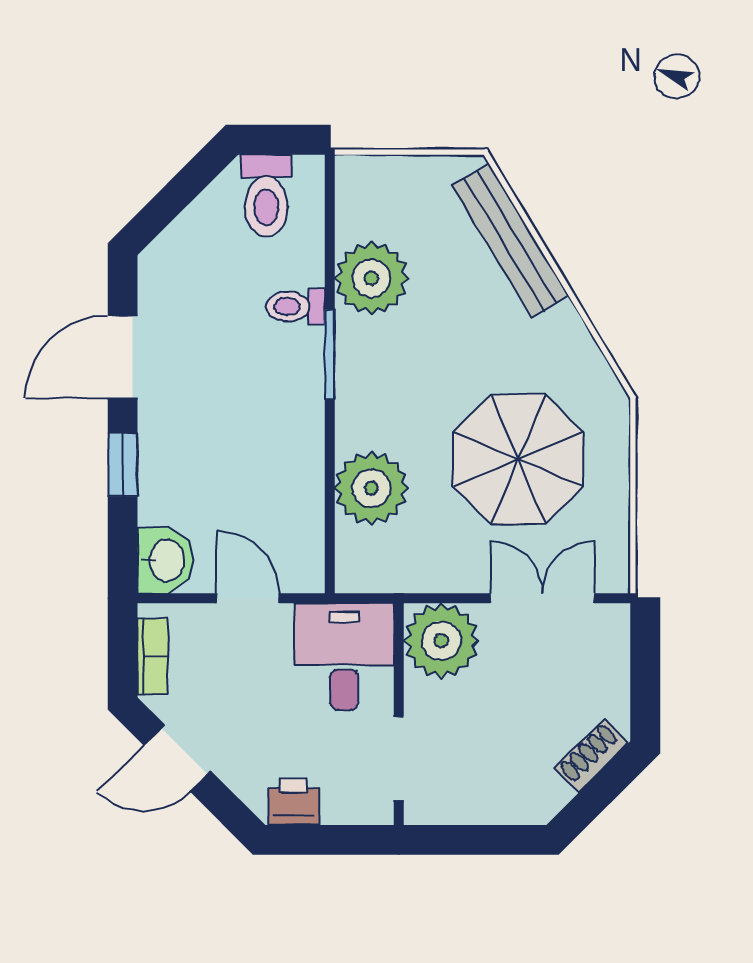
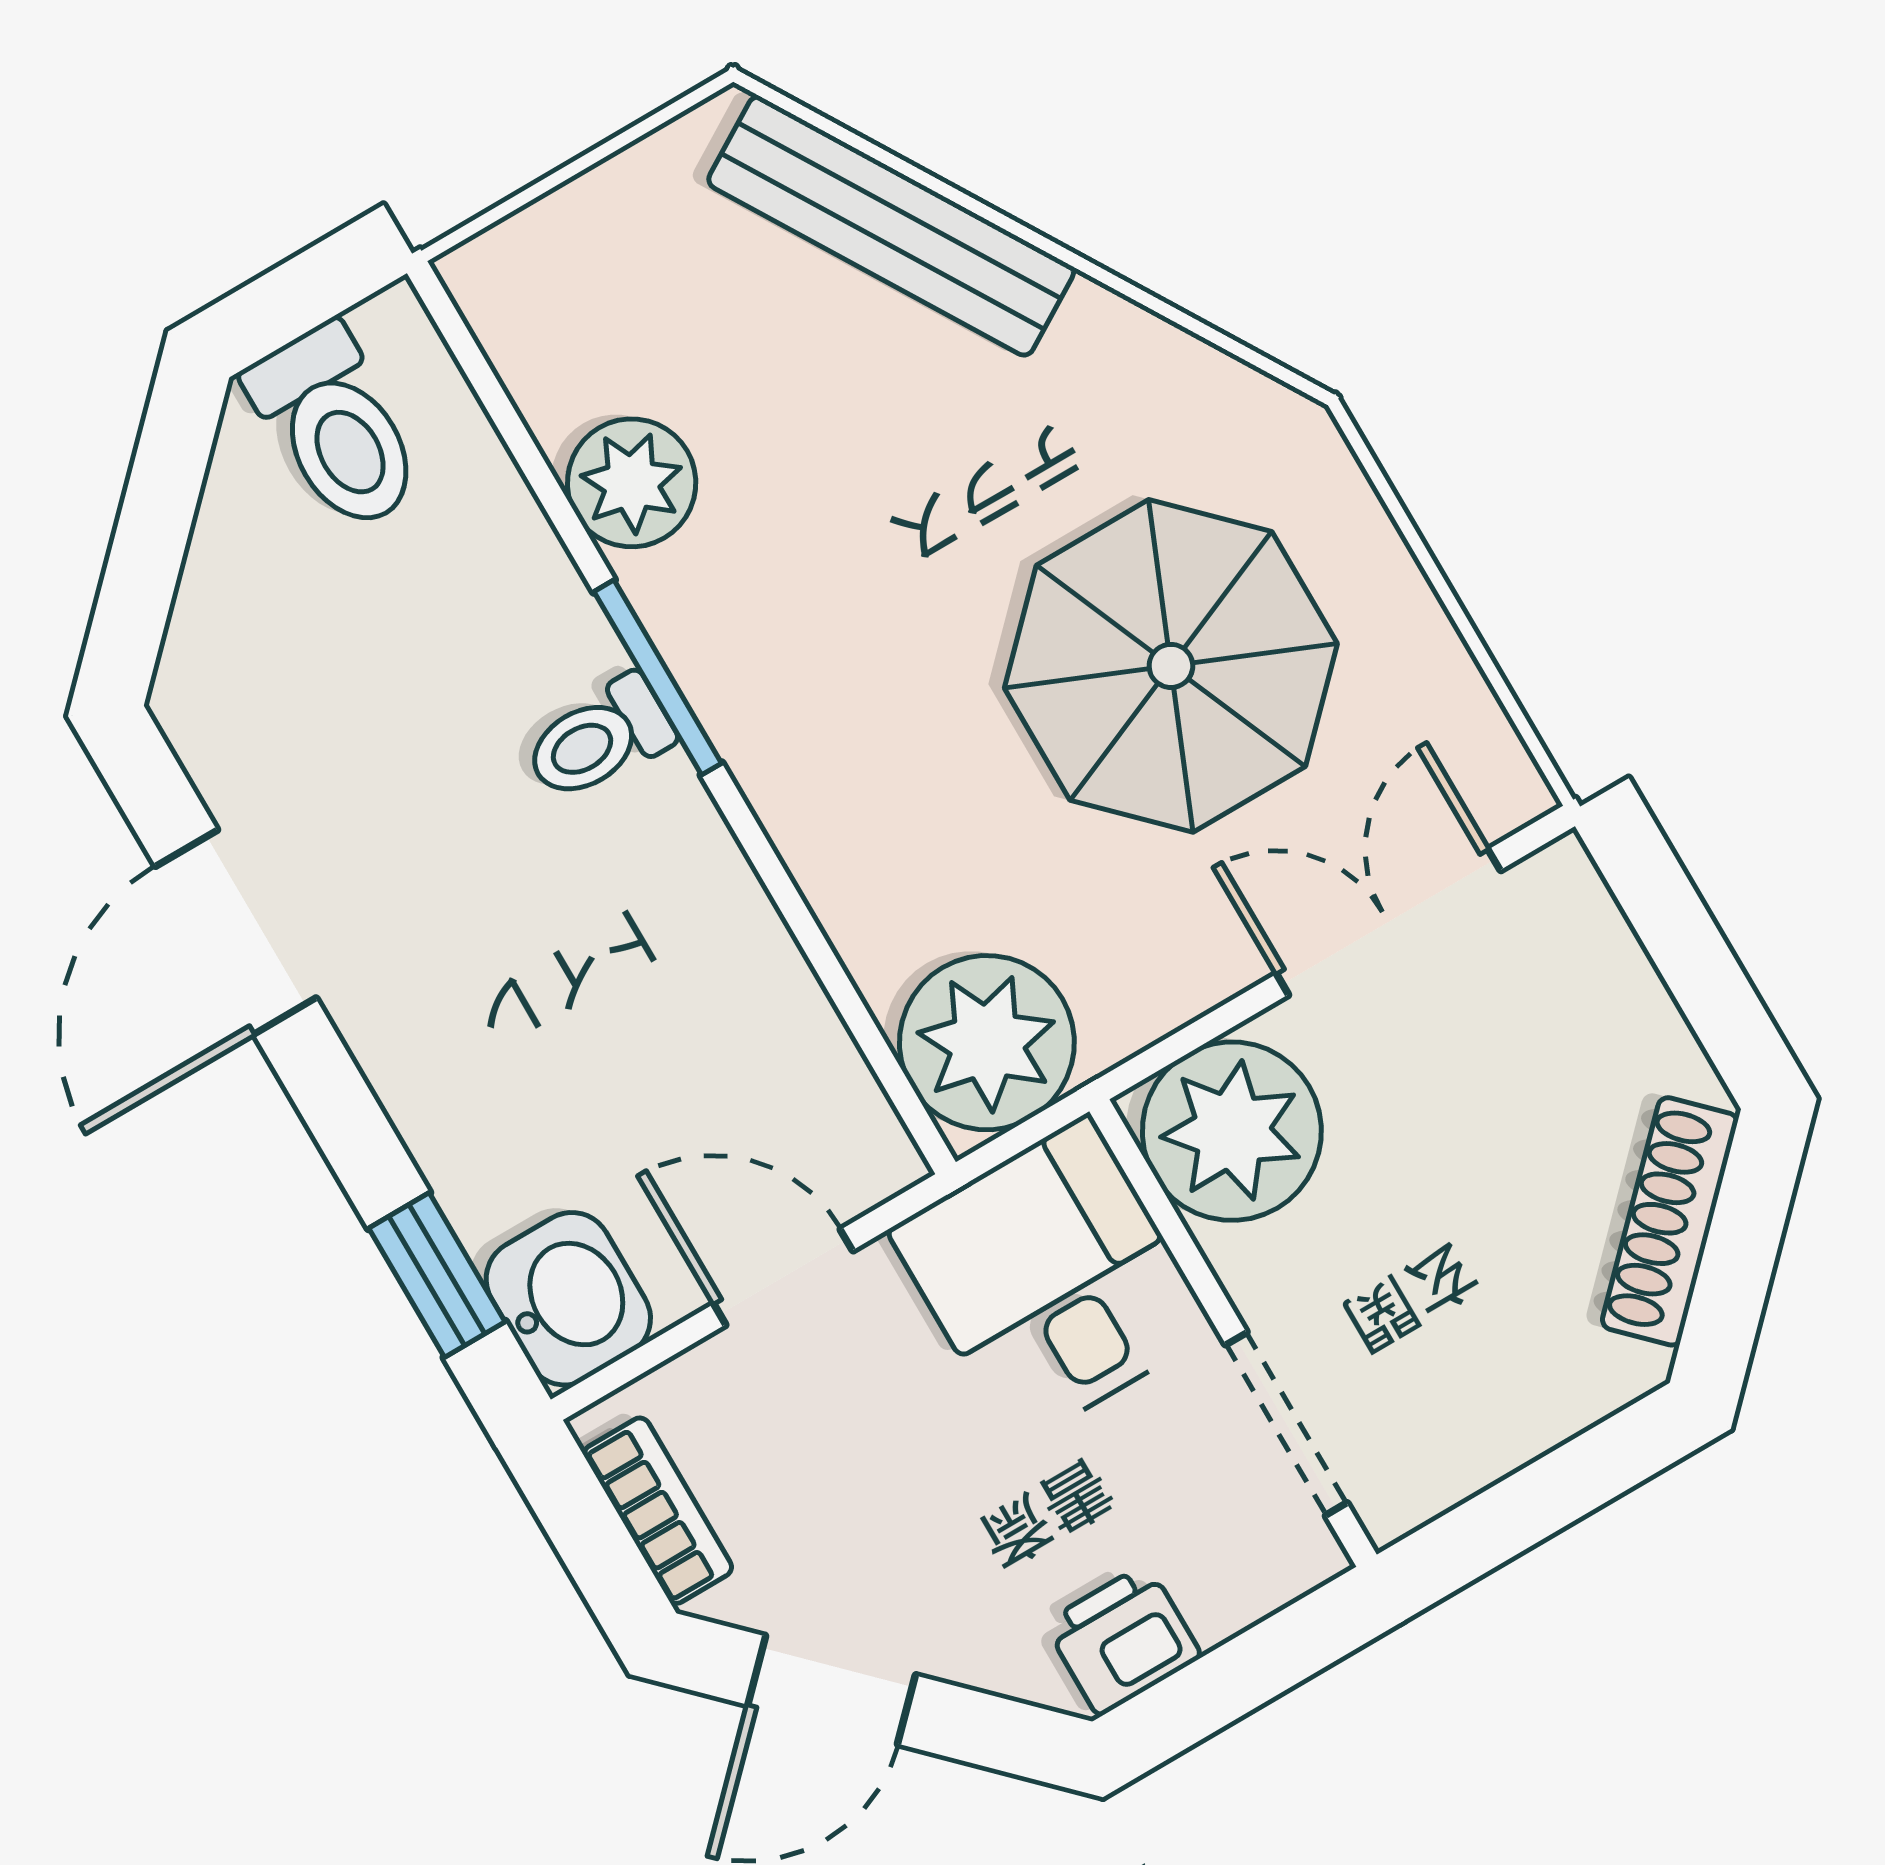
plant: (371, 278) -> (632, 483), width x0.73, depth x0.73
toilet: (295, 306) -> (599, 739), moved
window: (123, 465) -> (437, 1275), moved
plant: (371, 488) -> (987, 1043), moved
shoe rack: (591, 756) -> (1670, 1221), width x1.43

